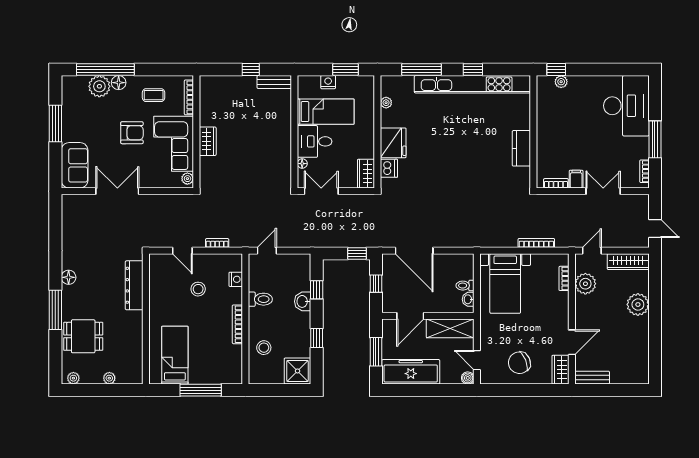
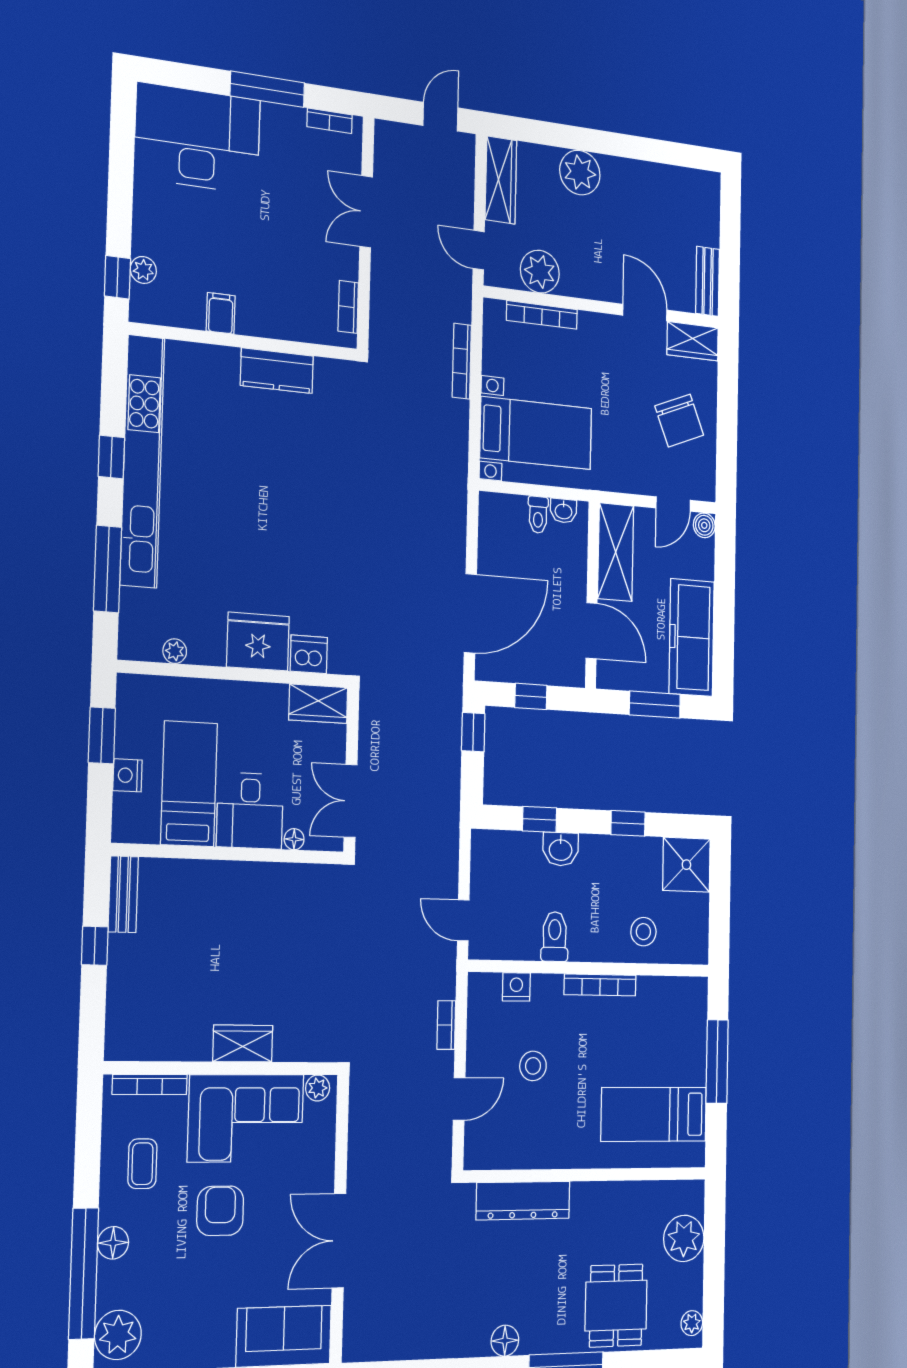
plant: (99, 86) -> (118, 1335), moved
filing cabinet: (576, 179) -> (221, 313), moved, turned 90
bookcase: (564, 278) -> (542, 315), width x1.56
plant: (109, 378) -> (684, 1238), width x1.88, depth x1.88

